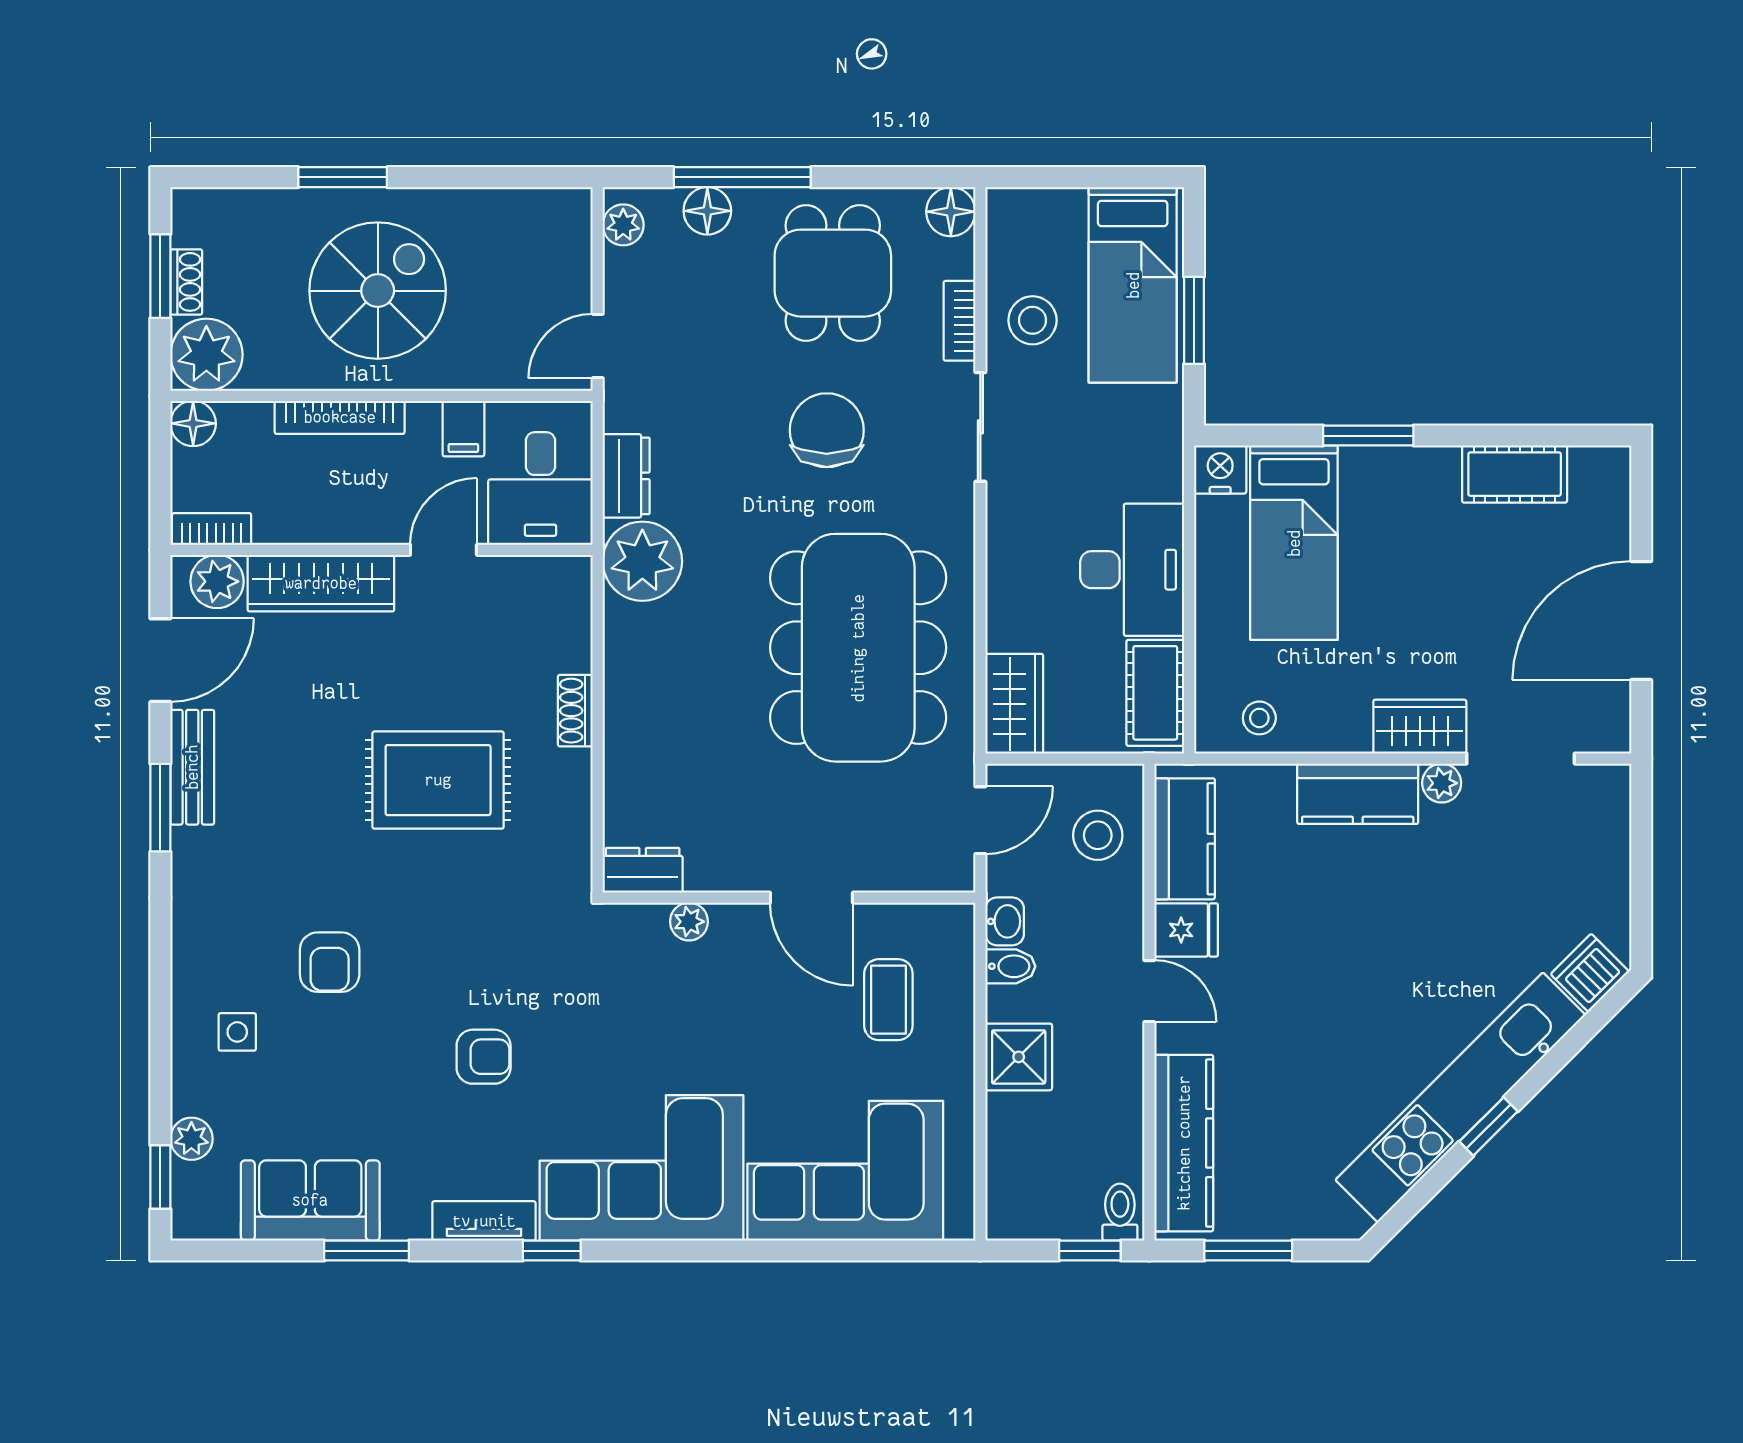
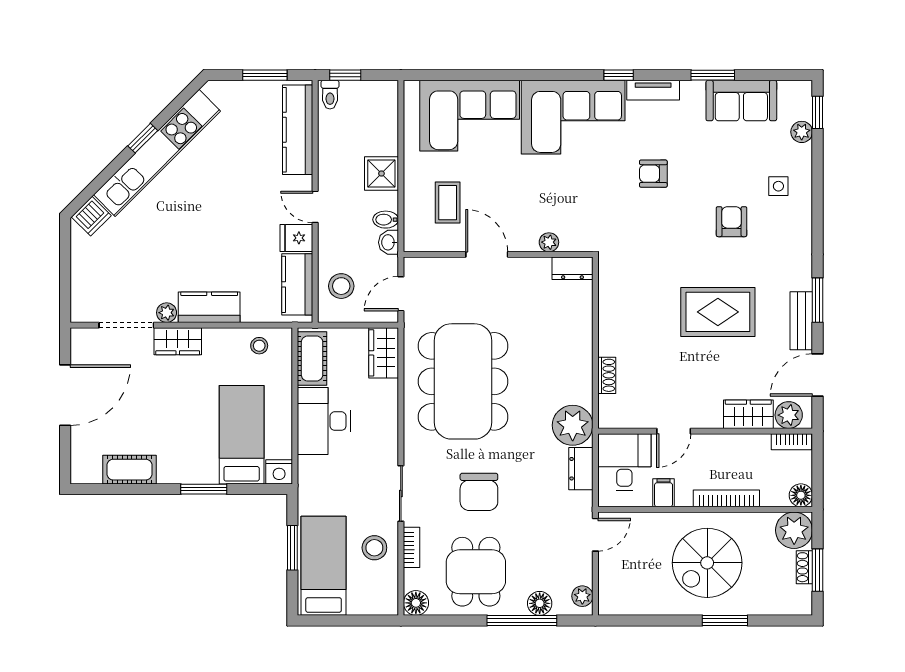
wardrobe: (321, 583) -> (748, 414), width x0.67
shoe rack: (575, 711) -> (607, 375), moved
rug: (438, 780) -> (718, 312), moved

